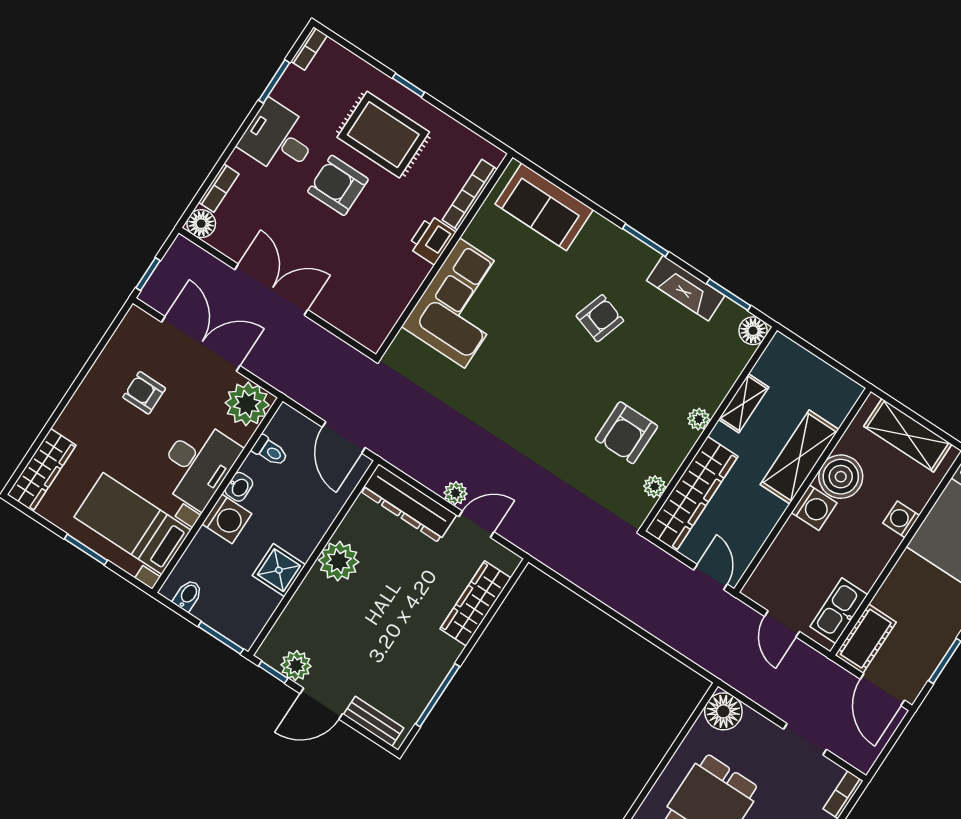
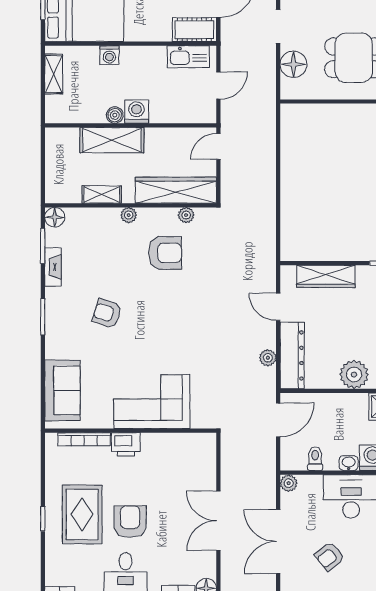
armchair: (338, 185) -> (130, 522), turned 180
fireplace: (686, 288) -> (53, 267), width x0.73, depth x0.76
armchair: (144, 393) -> (330, 556), turned 51
plant: (247, 404) -> (289, 483), width x0.53, depth x0.53
shelving: (908, 435) -> (54, 74), width x0.67, depth x0.75
boiler: (841, 477) -> (115, 115), width x0.54, depth x0.54
plant: (456, 493) -> (268, 358), moved
floor lamp: (723, 711) -> (293, 64), moved

